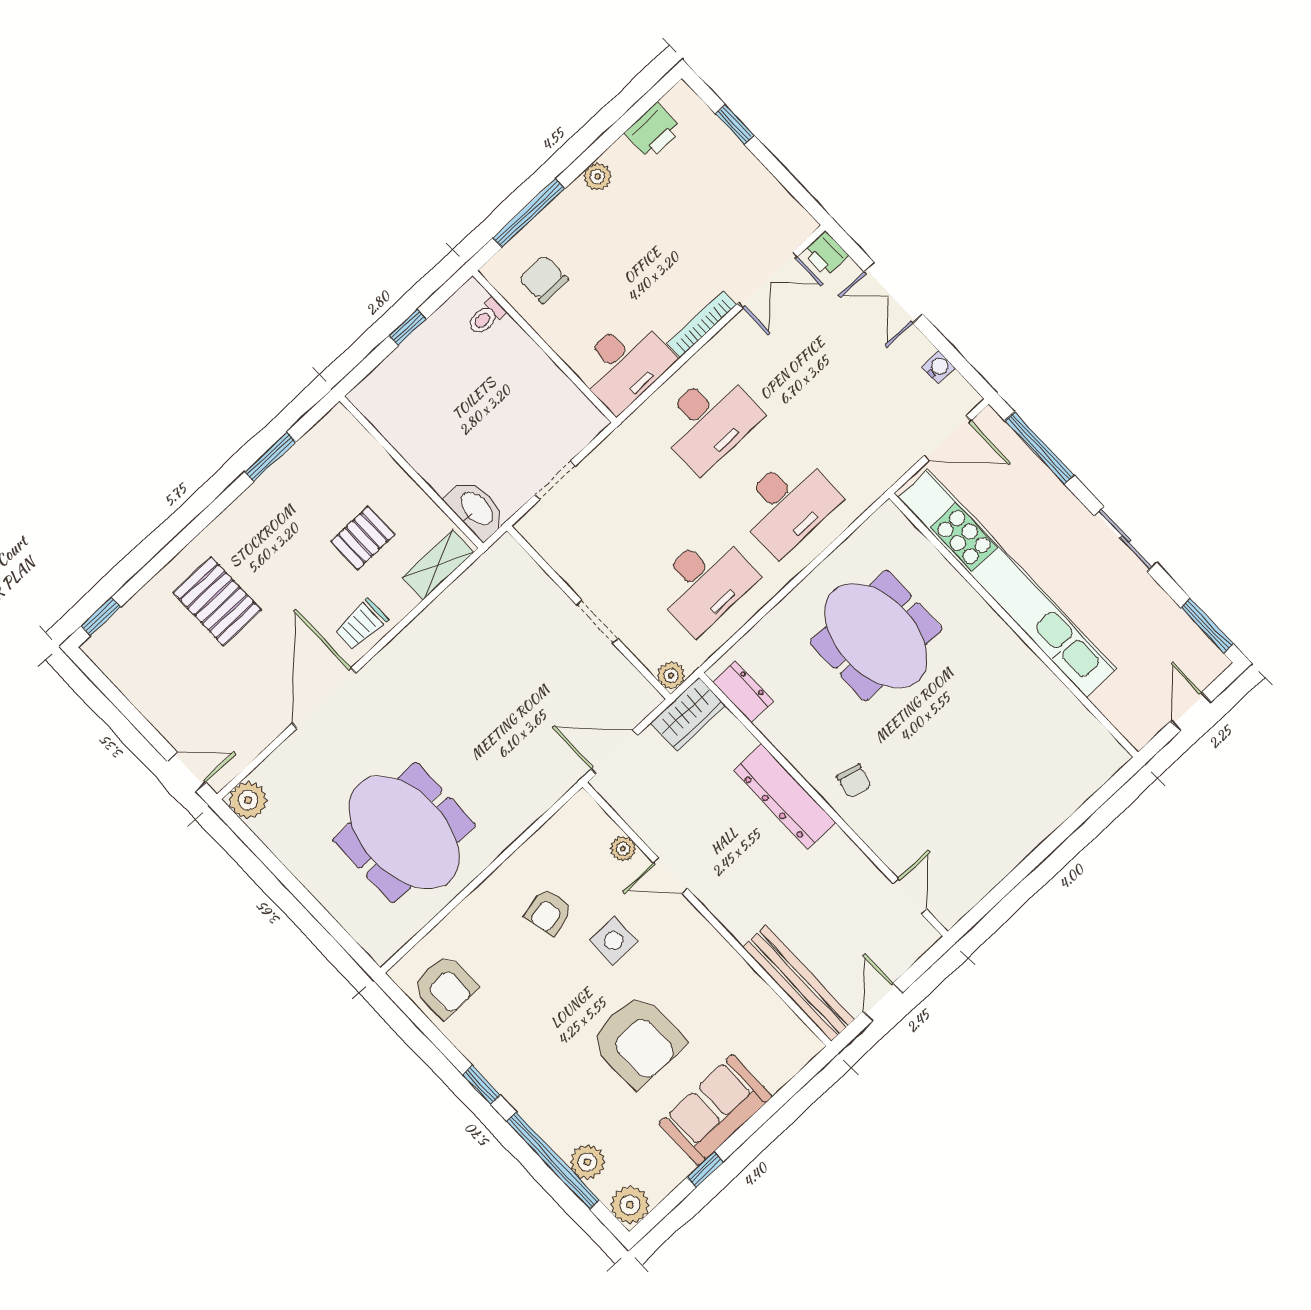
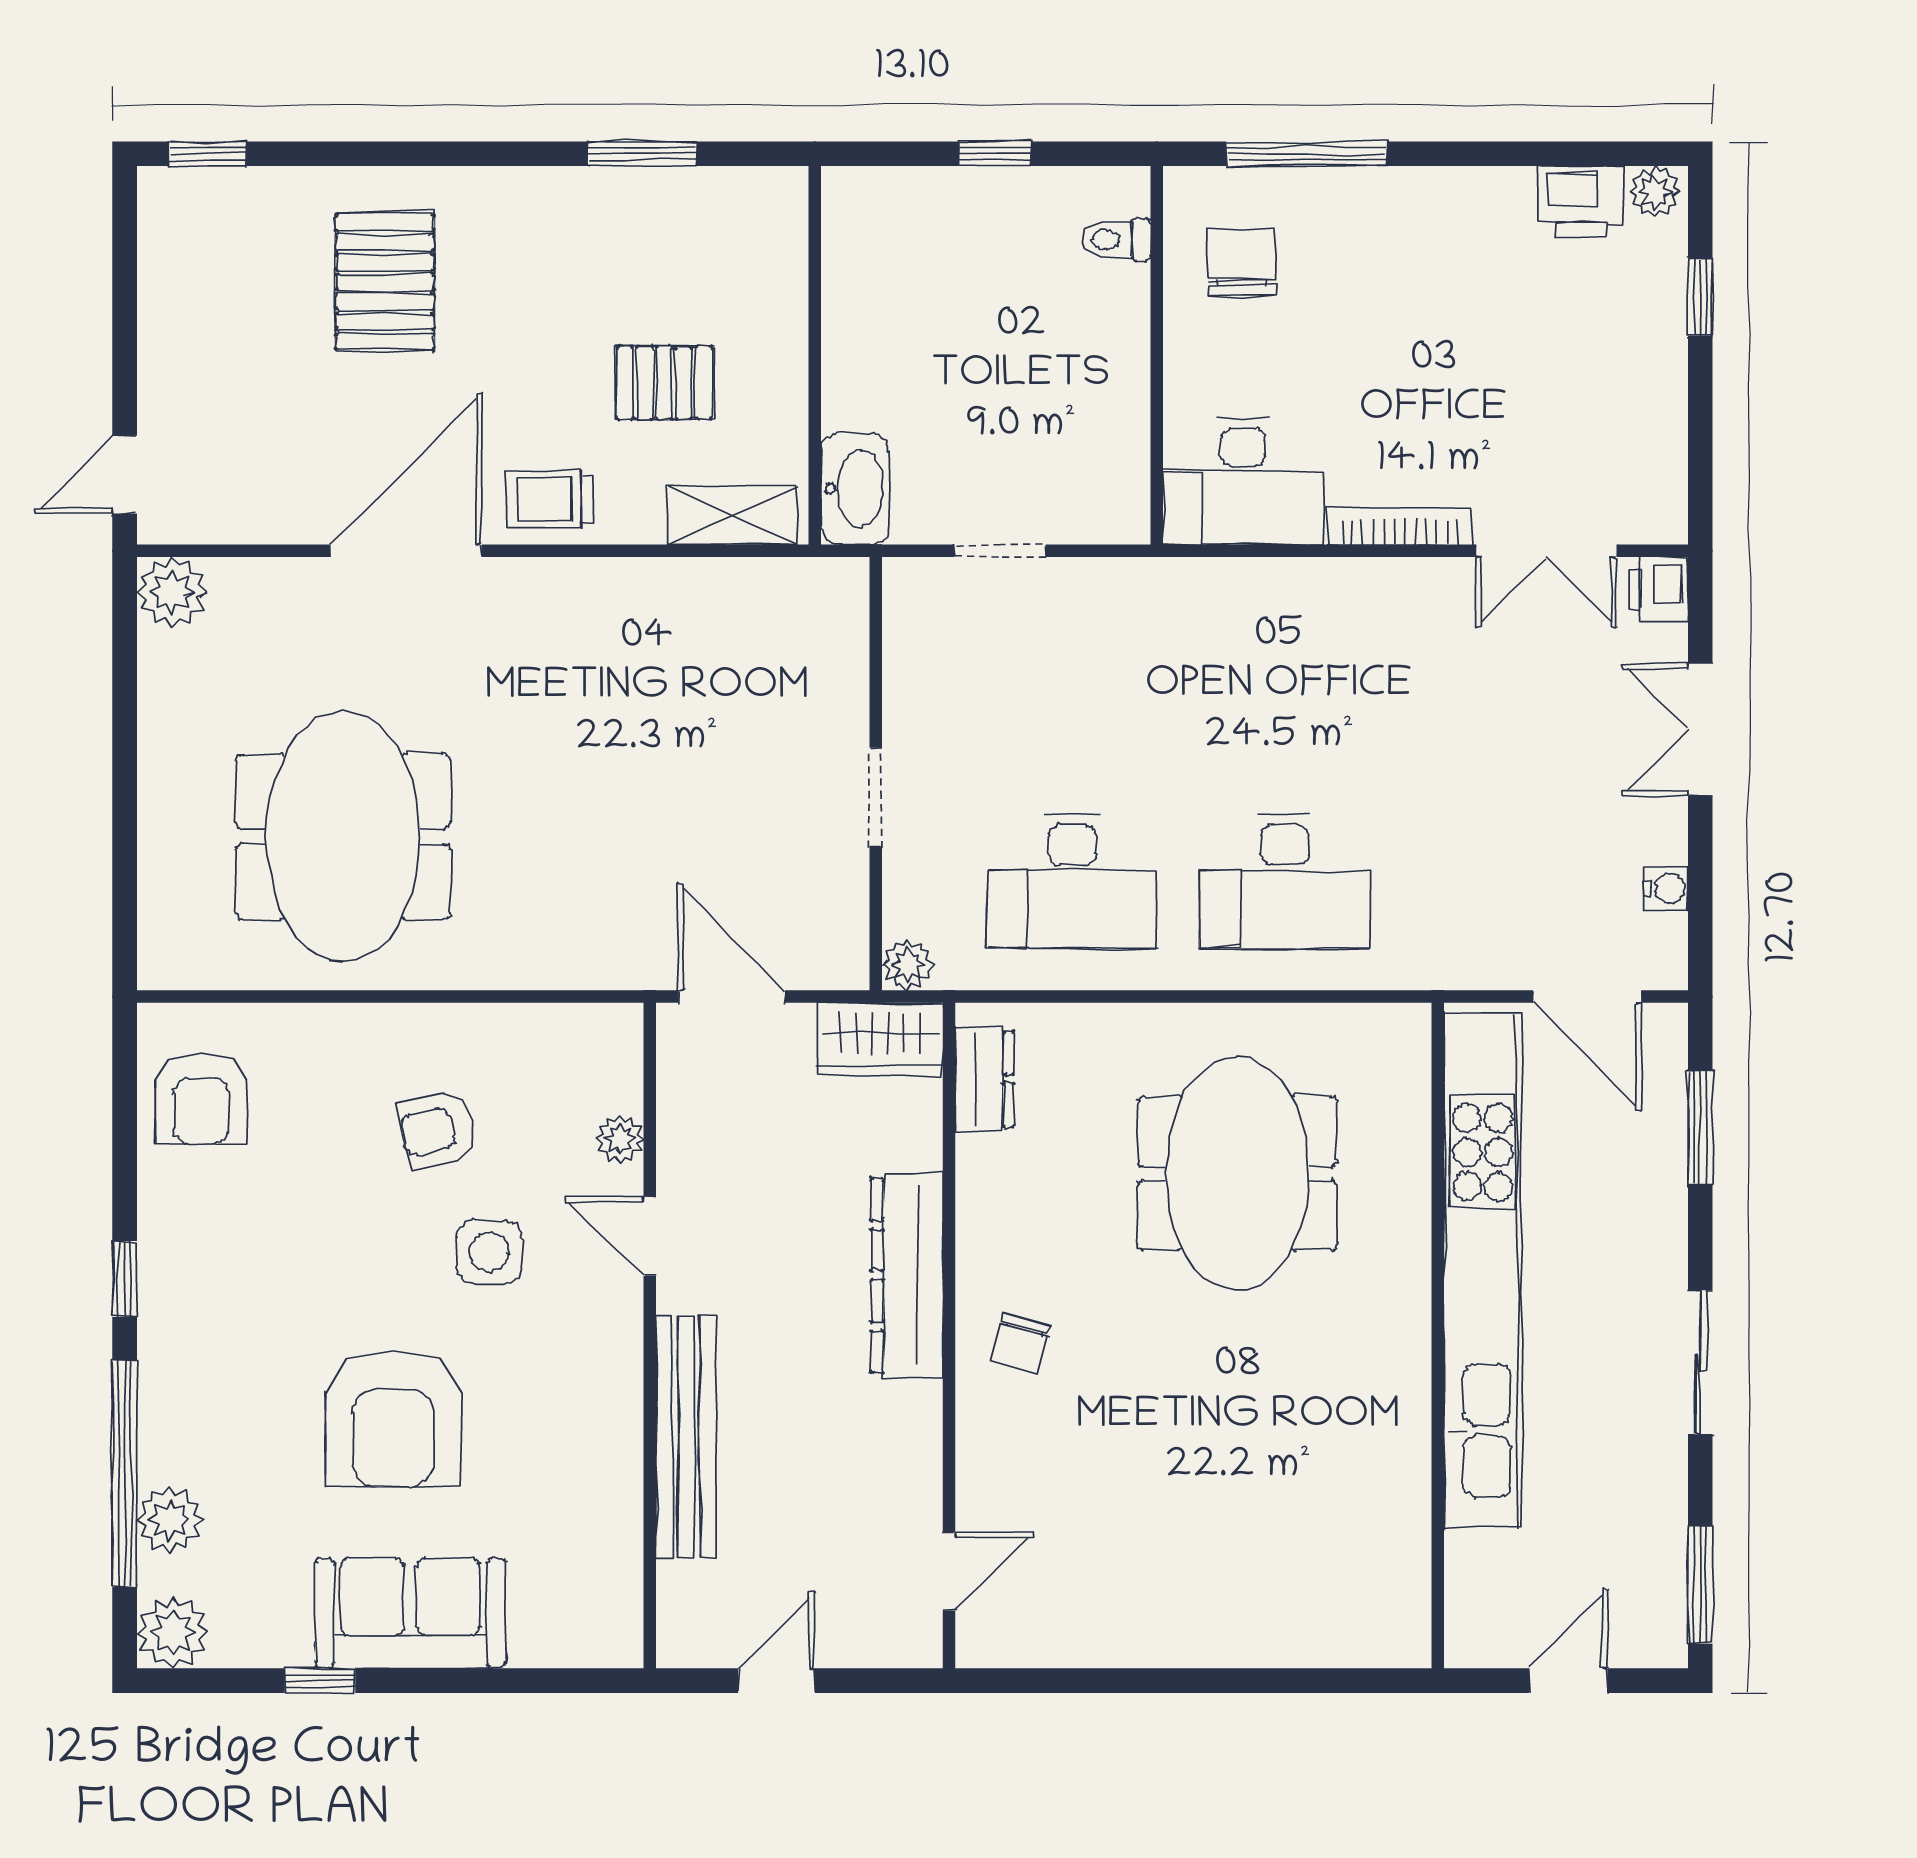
plant: (597, 176) -> (1655, 192), moved
desk: (708, 421) -> (1285, 666), removed
window: (1039, 448) -> (1700, 1127), width x0.69
door: (186, 772) -> (125, 475), swing flipped
bench: (799, 983) -> (686, 1437), moved

